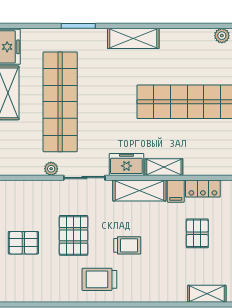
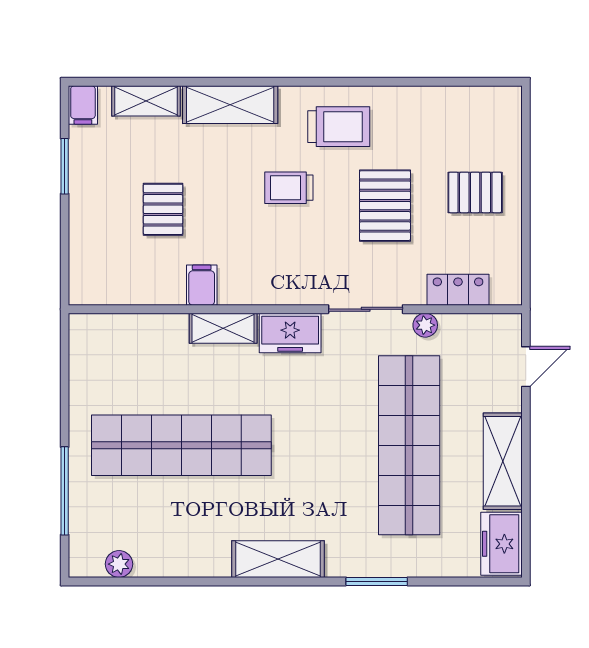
locker: (203, 189) -> (458, 290), moved
shelving: (139, 190) -> (230, 105), moved

